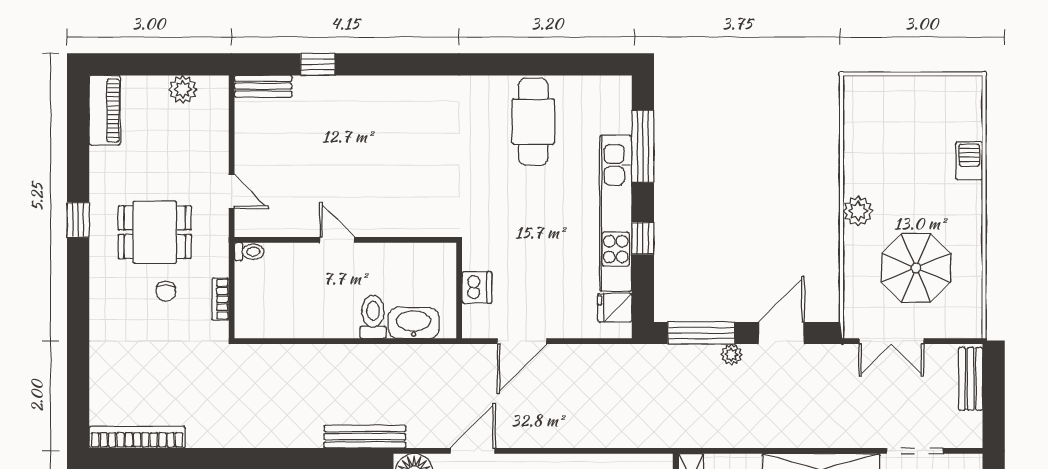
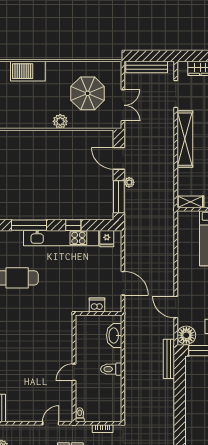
barbecue: (969, 161) -> (28, 71), width x1.88, depth x1.53
toilet: (373, 317) -> (111, 369), moved
bench: (971, 379) -> (147, 67), width x1.36

